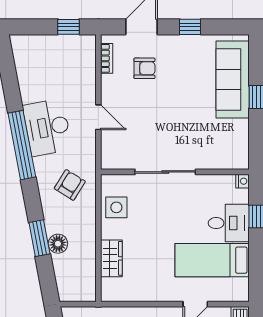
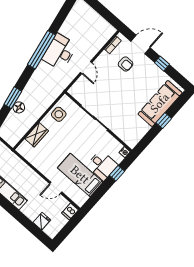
window: (69, 27) -> (108, 16), removed
armchair: (70, 185) -> (47, 86), removed

